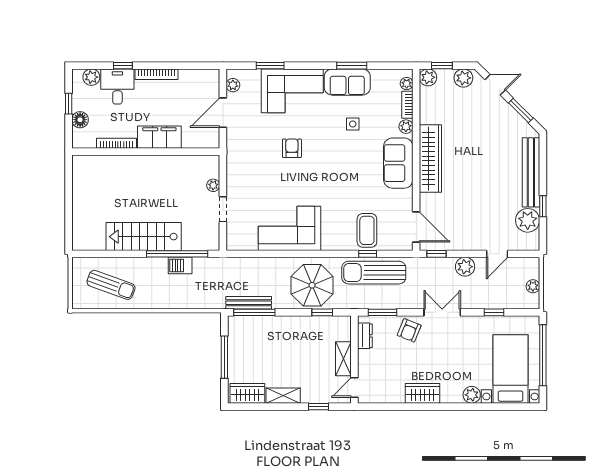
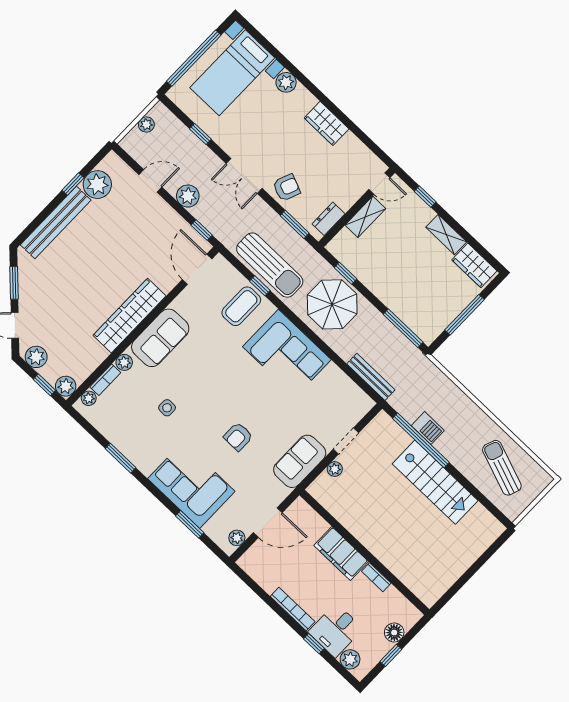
sofa: (347, 82) -> (300, 461), moved, turned -90
bookcase: (117, 143) -> (376, 577), width x0.64
corner sofa: (290, 228) -> (287, 353), moved
bench: (249, 303) -> (371, 377), moved

